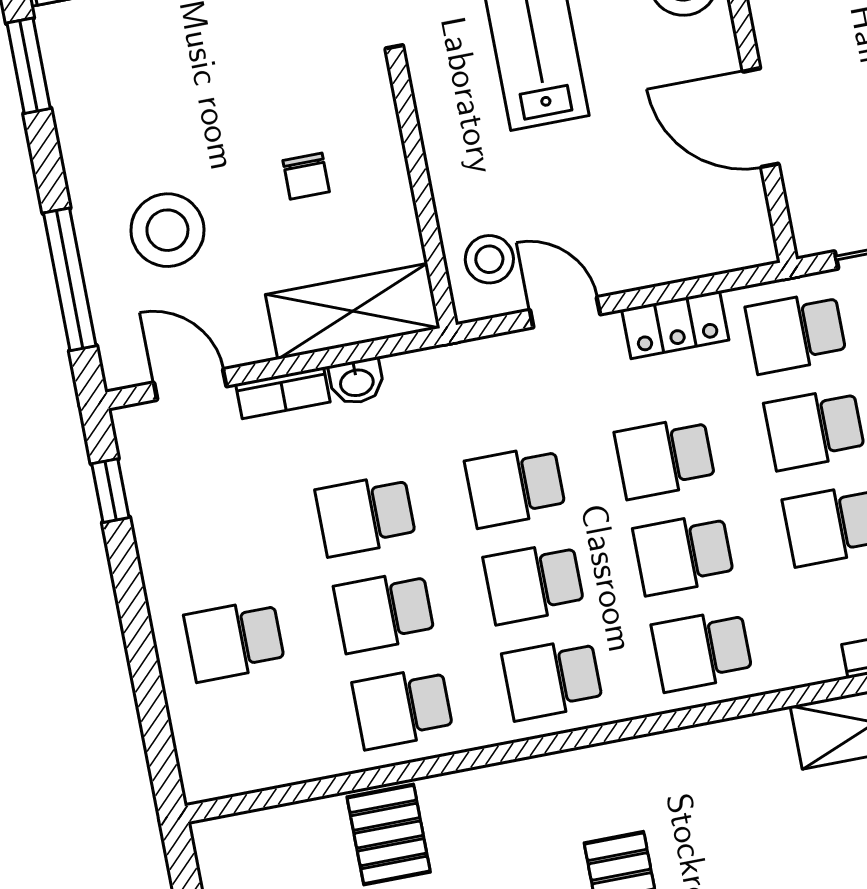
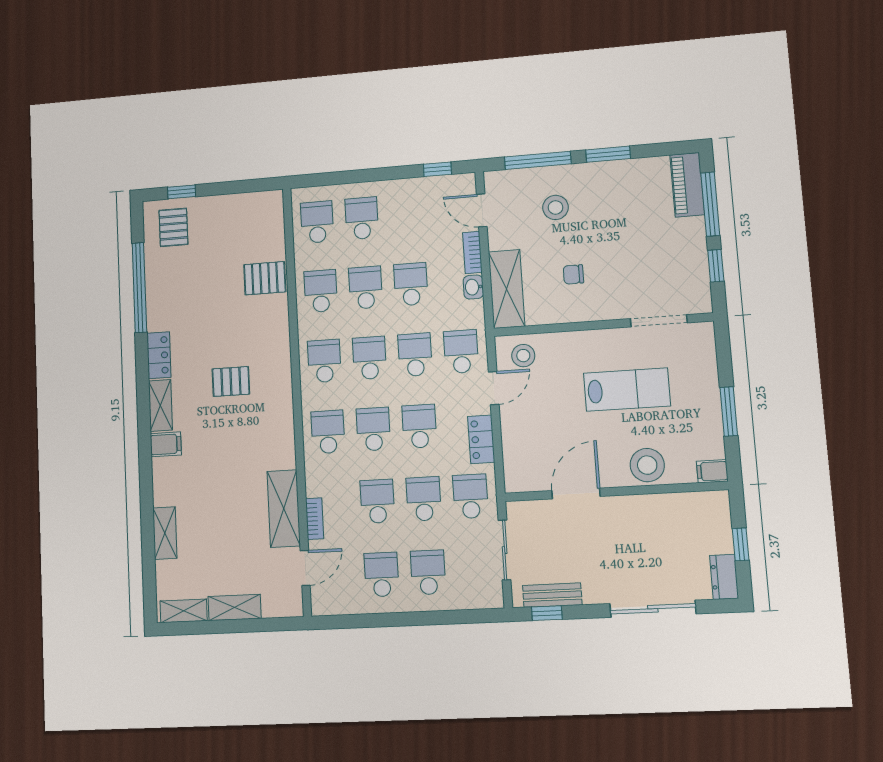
window: (29, 66) -> (608, 154), moved
stool: (167, 230) -> (555, 207), width x0.73, depth x0.73
door: (190, 384) -> (482, 210), swing flipped
school desk: (497, 390) -> (461, 352), added
school desk: (253, 737) -> (317, 222), added

